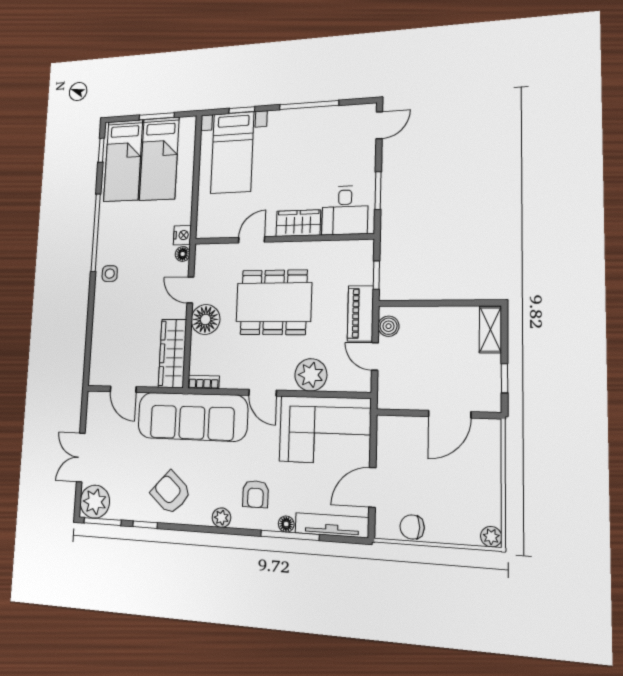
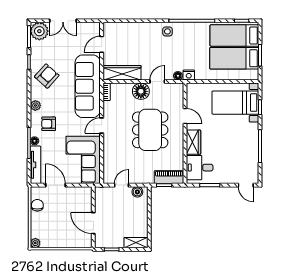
piano: (360, 313) -> (169, 177), moved
plant: (311, 375) -> (112, 152), removed
double door: (81, 457) -> (63, 21), swing flipped

